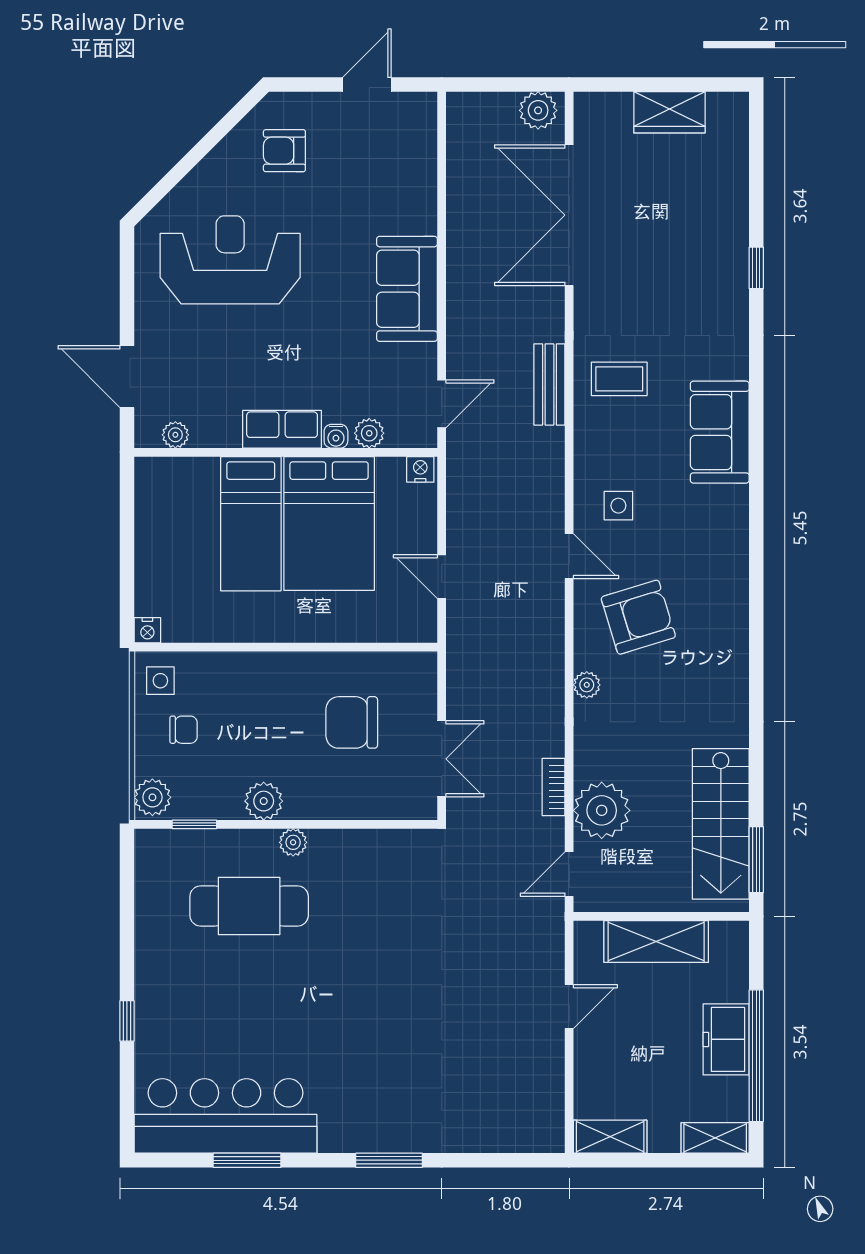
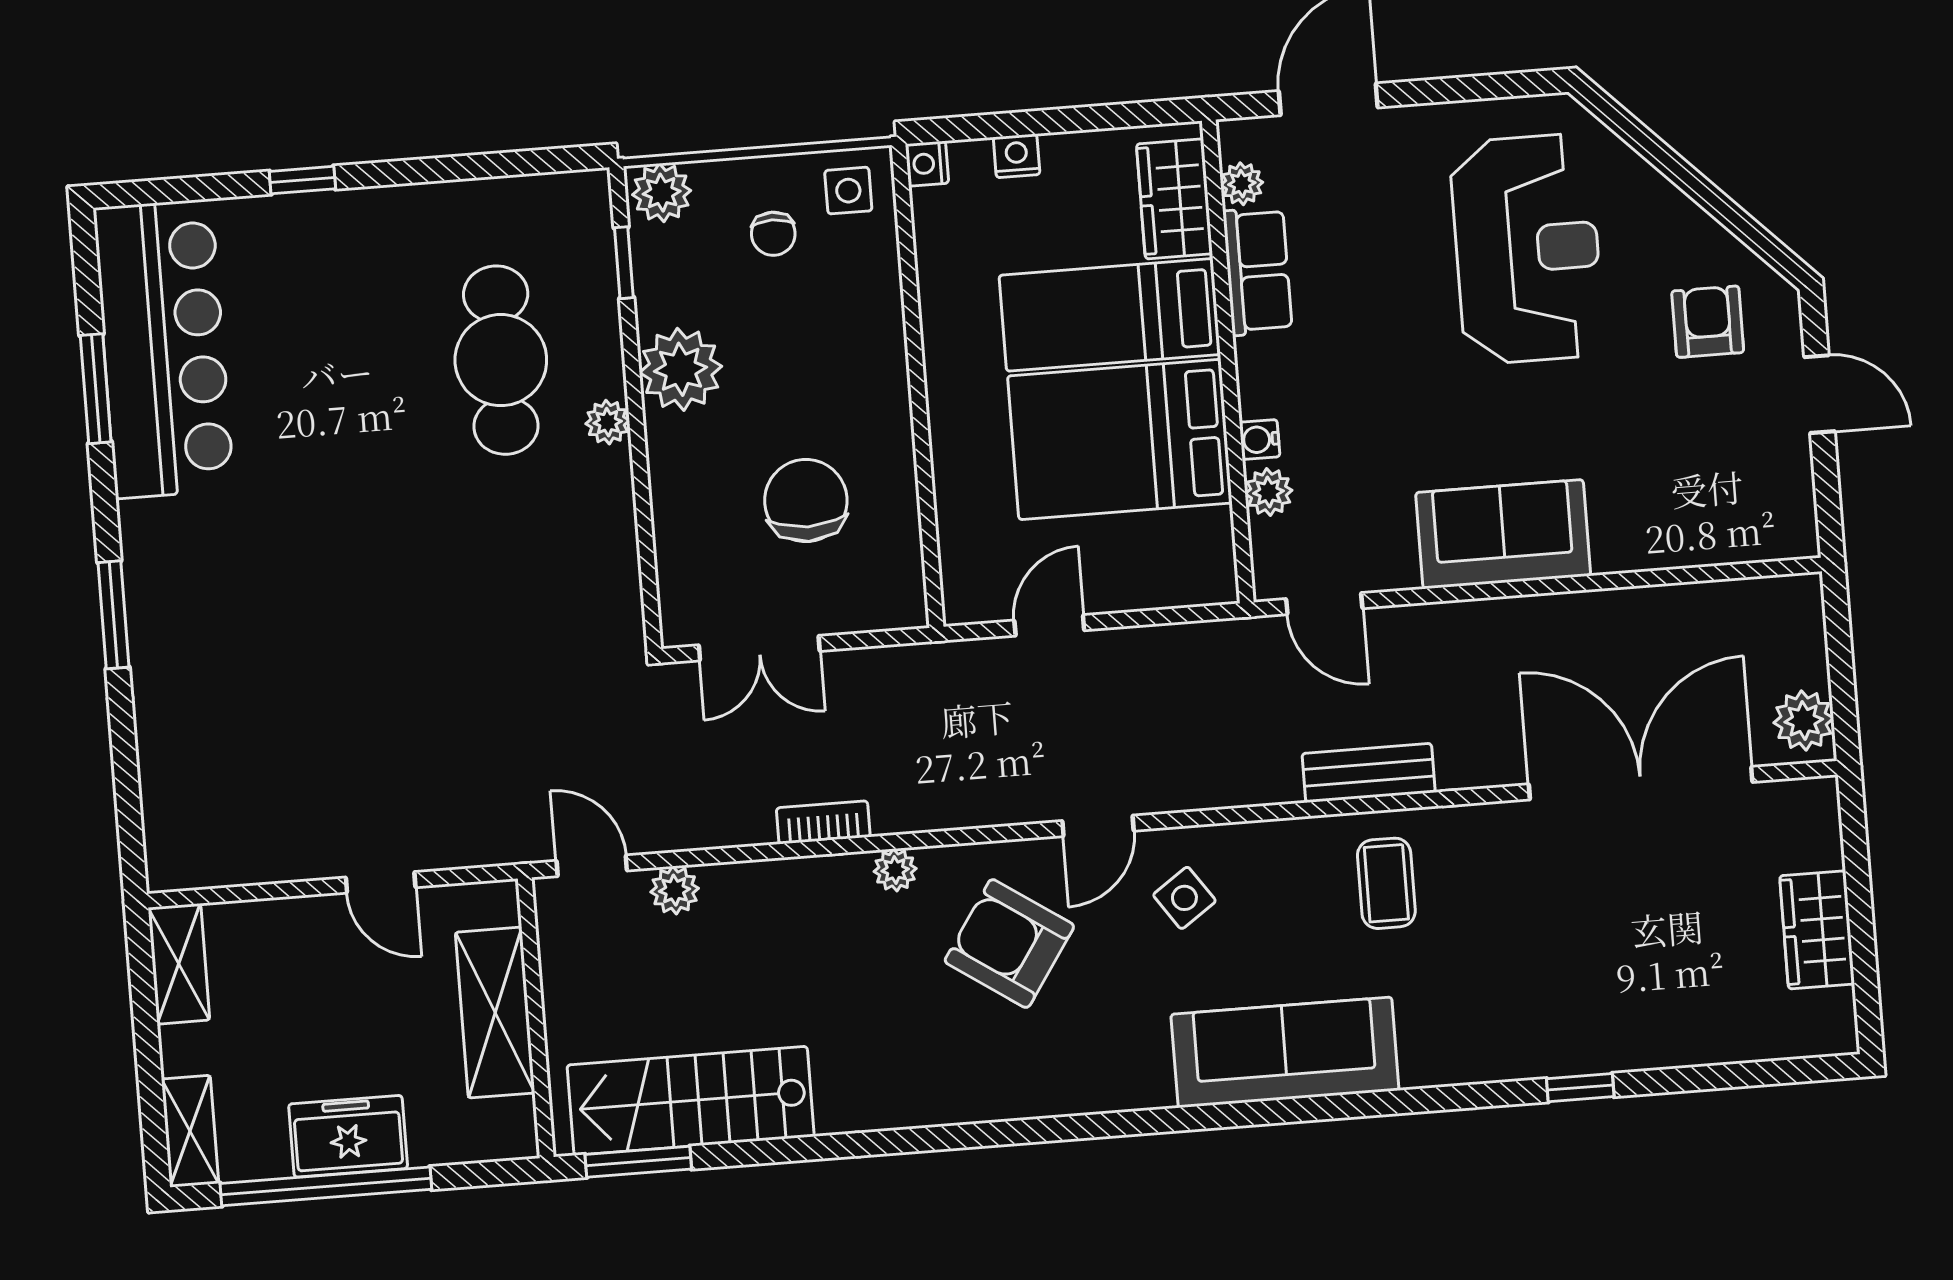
door: (367, 84) -> (1819, 394), moved
row of seats: (282, 429) -> (1258, 271), moved
sofa: (720, 432) -> (1285, 1052), width x1.36
nightstand: (420, 469) -> (1017, 156), moved, turned -90
wardrobe: (182, 478) -> (1174, 199), added
side table: (618, 506) -> (1184, 898), turned -35
armchair: (638, 617) -> (1009, 944), turned 141
bookcase: (554, 787) -> (823, 822), moved
plant: (264, 801) -> (681, 369), width x1.36, depth x1.36
plant: (602, 810) -> (675, 890), width x0.53, depth x0.53

